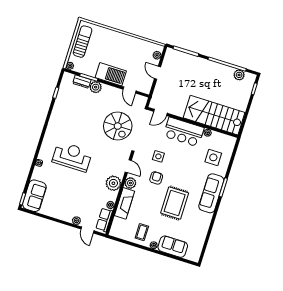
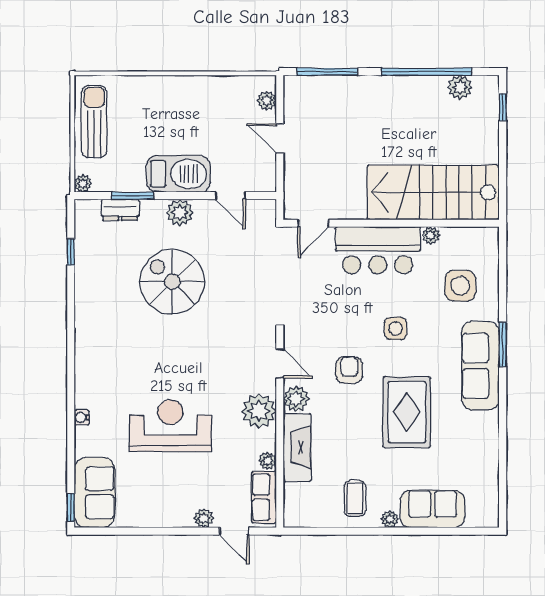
plant: (96, 87) -> (180, 212), moved
spiral stairs: (118, 126) -> (172, 282), moved, turned 180
side table: (158, 156) -> (396, 328), moved
reception desk: (72, 157) -> (170, 426), moved

